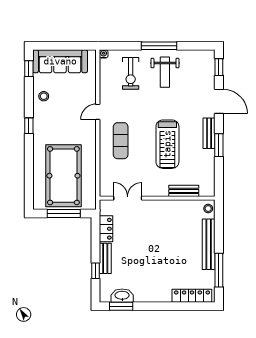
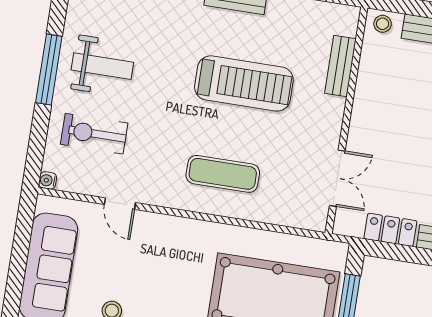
exercise bike: (131, 73) -> (94, 134), turned 180
door: (98, 112) -> (120, 204), moved
double door: (128, 198) -> (337, 178), swing flipped

